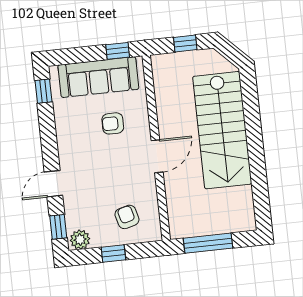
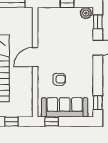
armchair: (127, 217) -> (57, 23), removed

